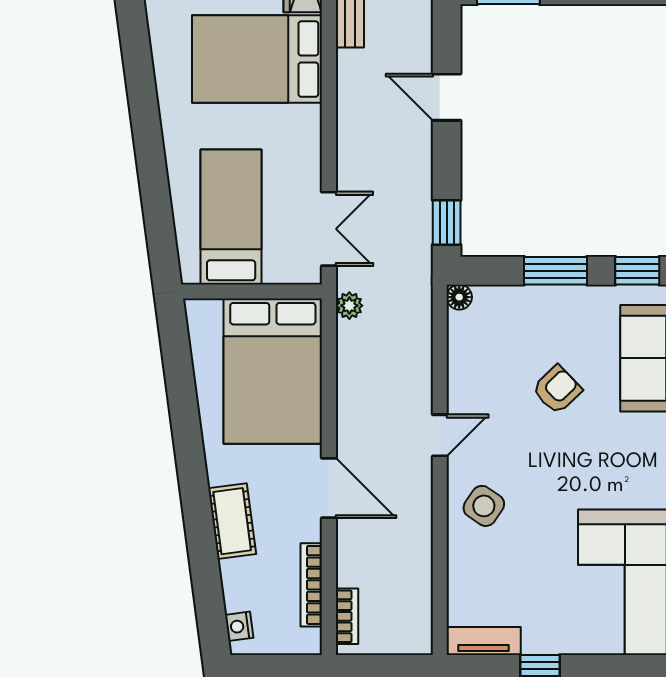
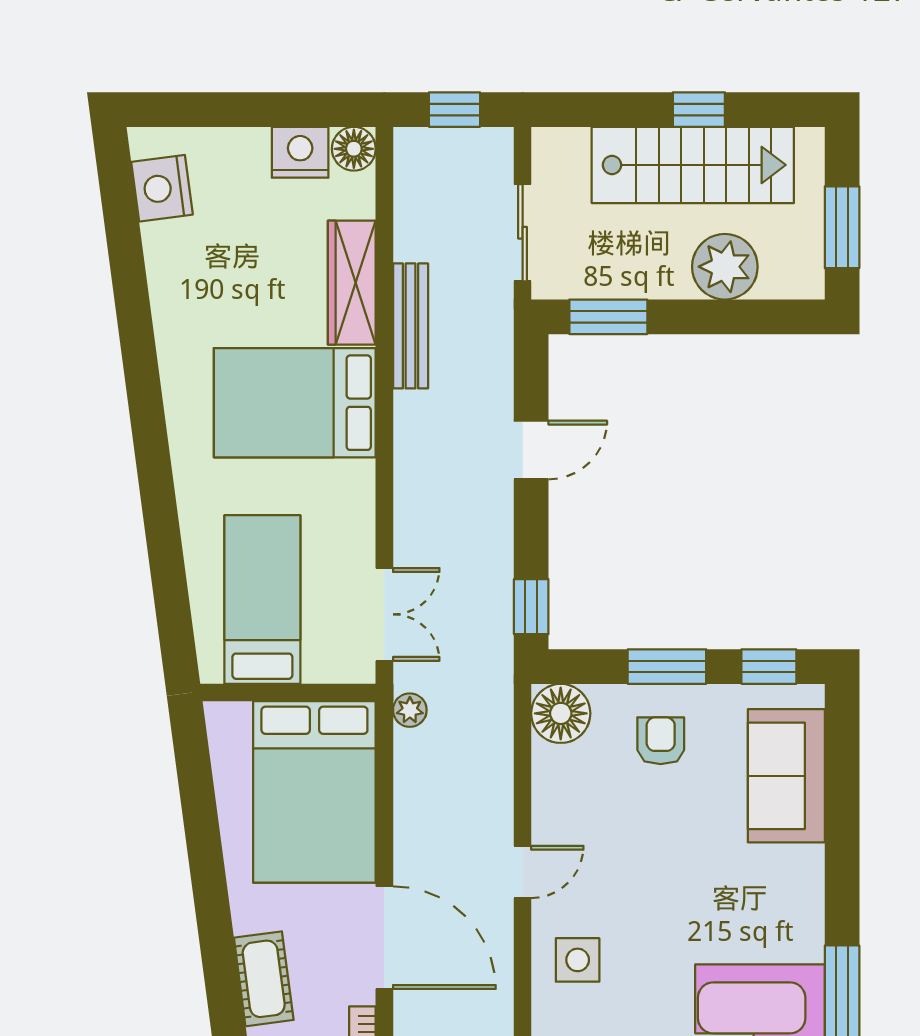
door: (447, 97) -> (531, 450), swing flipped
floor lamp: (459, 297) -> (561, 713), width x1.89, depth x1.89
armchair: (557, 390) -> (661, 741), moved, turned -46
door: (329, 488) -> (384, 938), width x1.36
side table: (484, 506) -> (578, 960), turned -34

